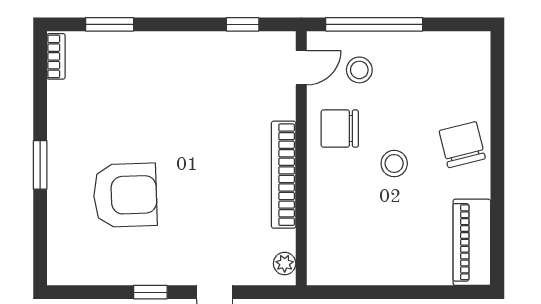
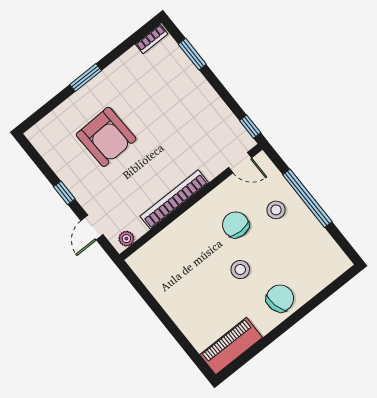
door: (301, 68) -> (240, 163), moved
wall: (301, 158) -> (191, 202), moved
bookcase: (284, 175) -> (174, 200), moved
plant: (285, 264) -> (126, 239), moved

